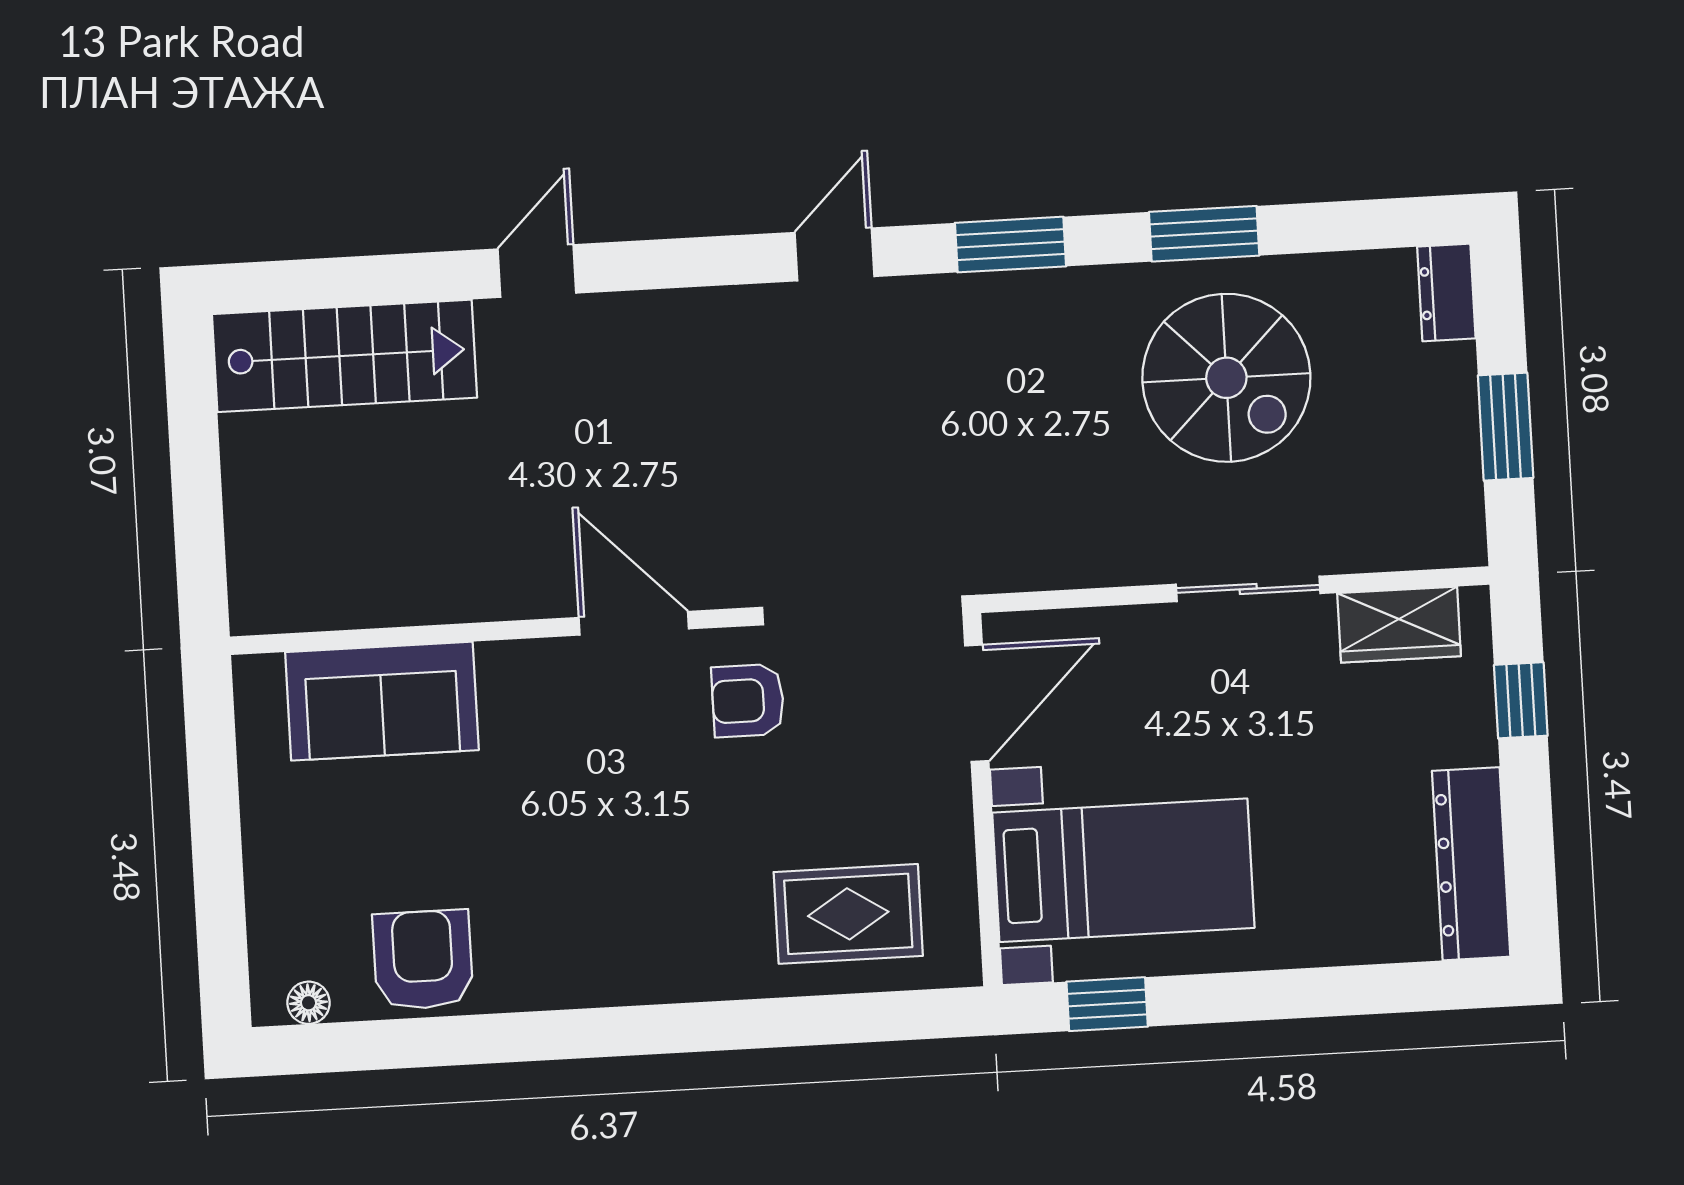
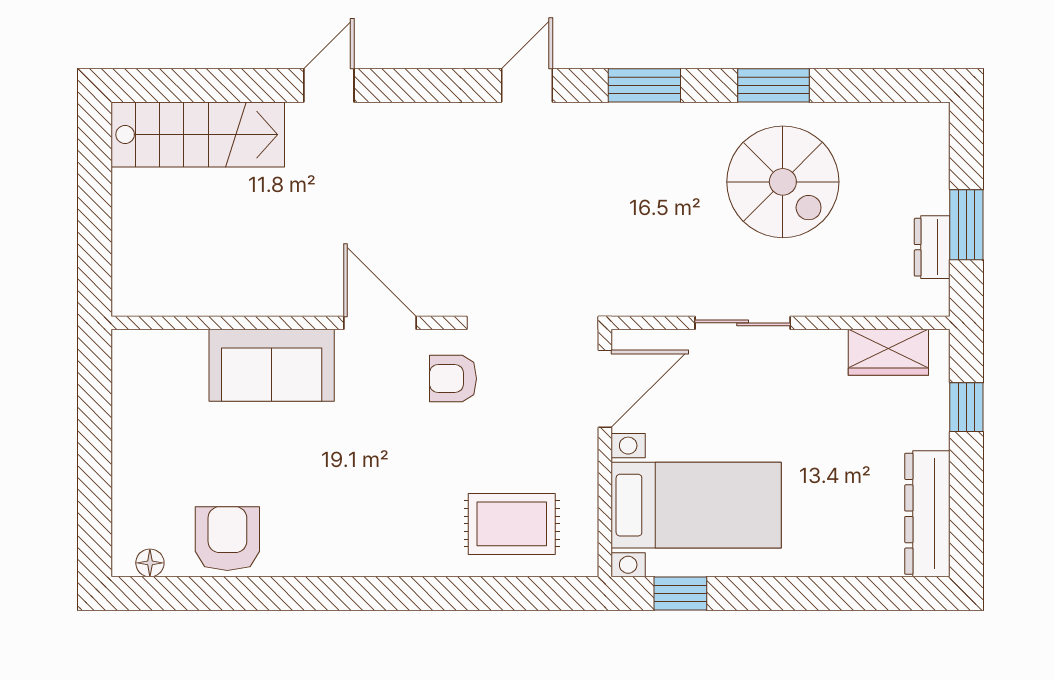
dresser: (1446, 292) -> (932, 247), moved
sliding door: (1248, 589) -> (743, 323), moved
sofa: (382, 701) -> (272, 365), moved

